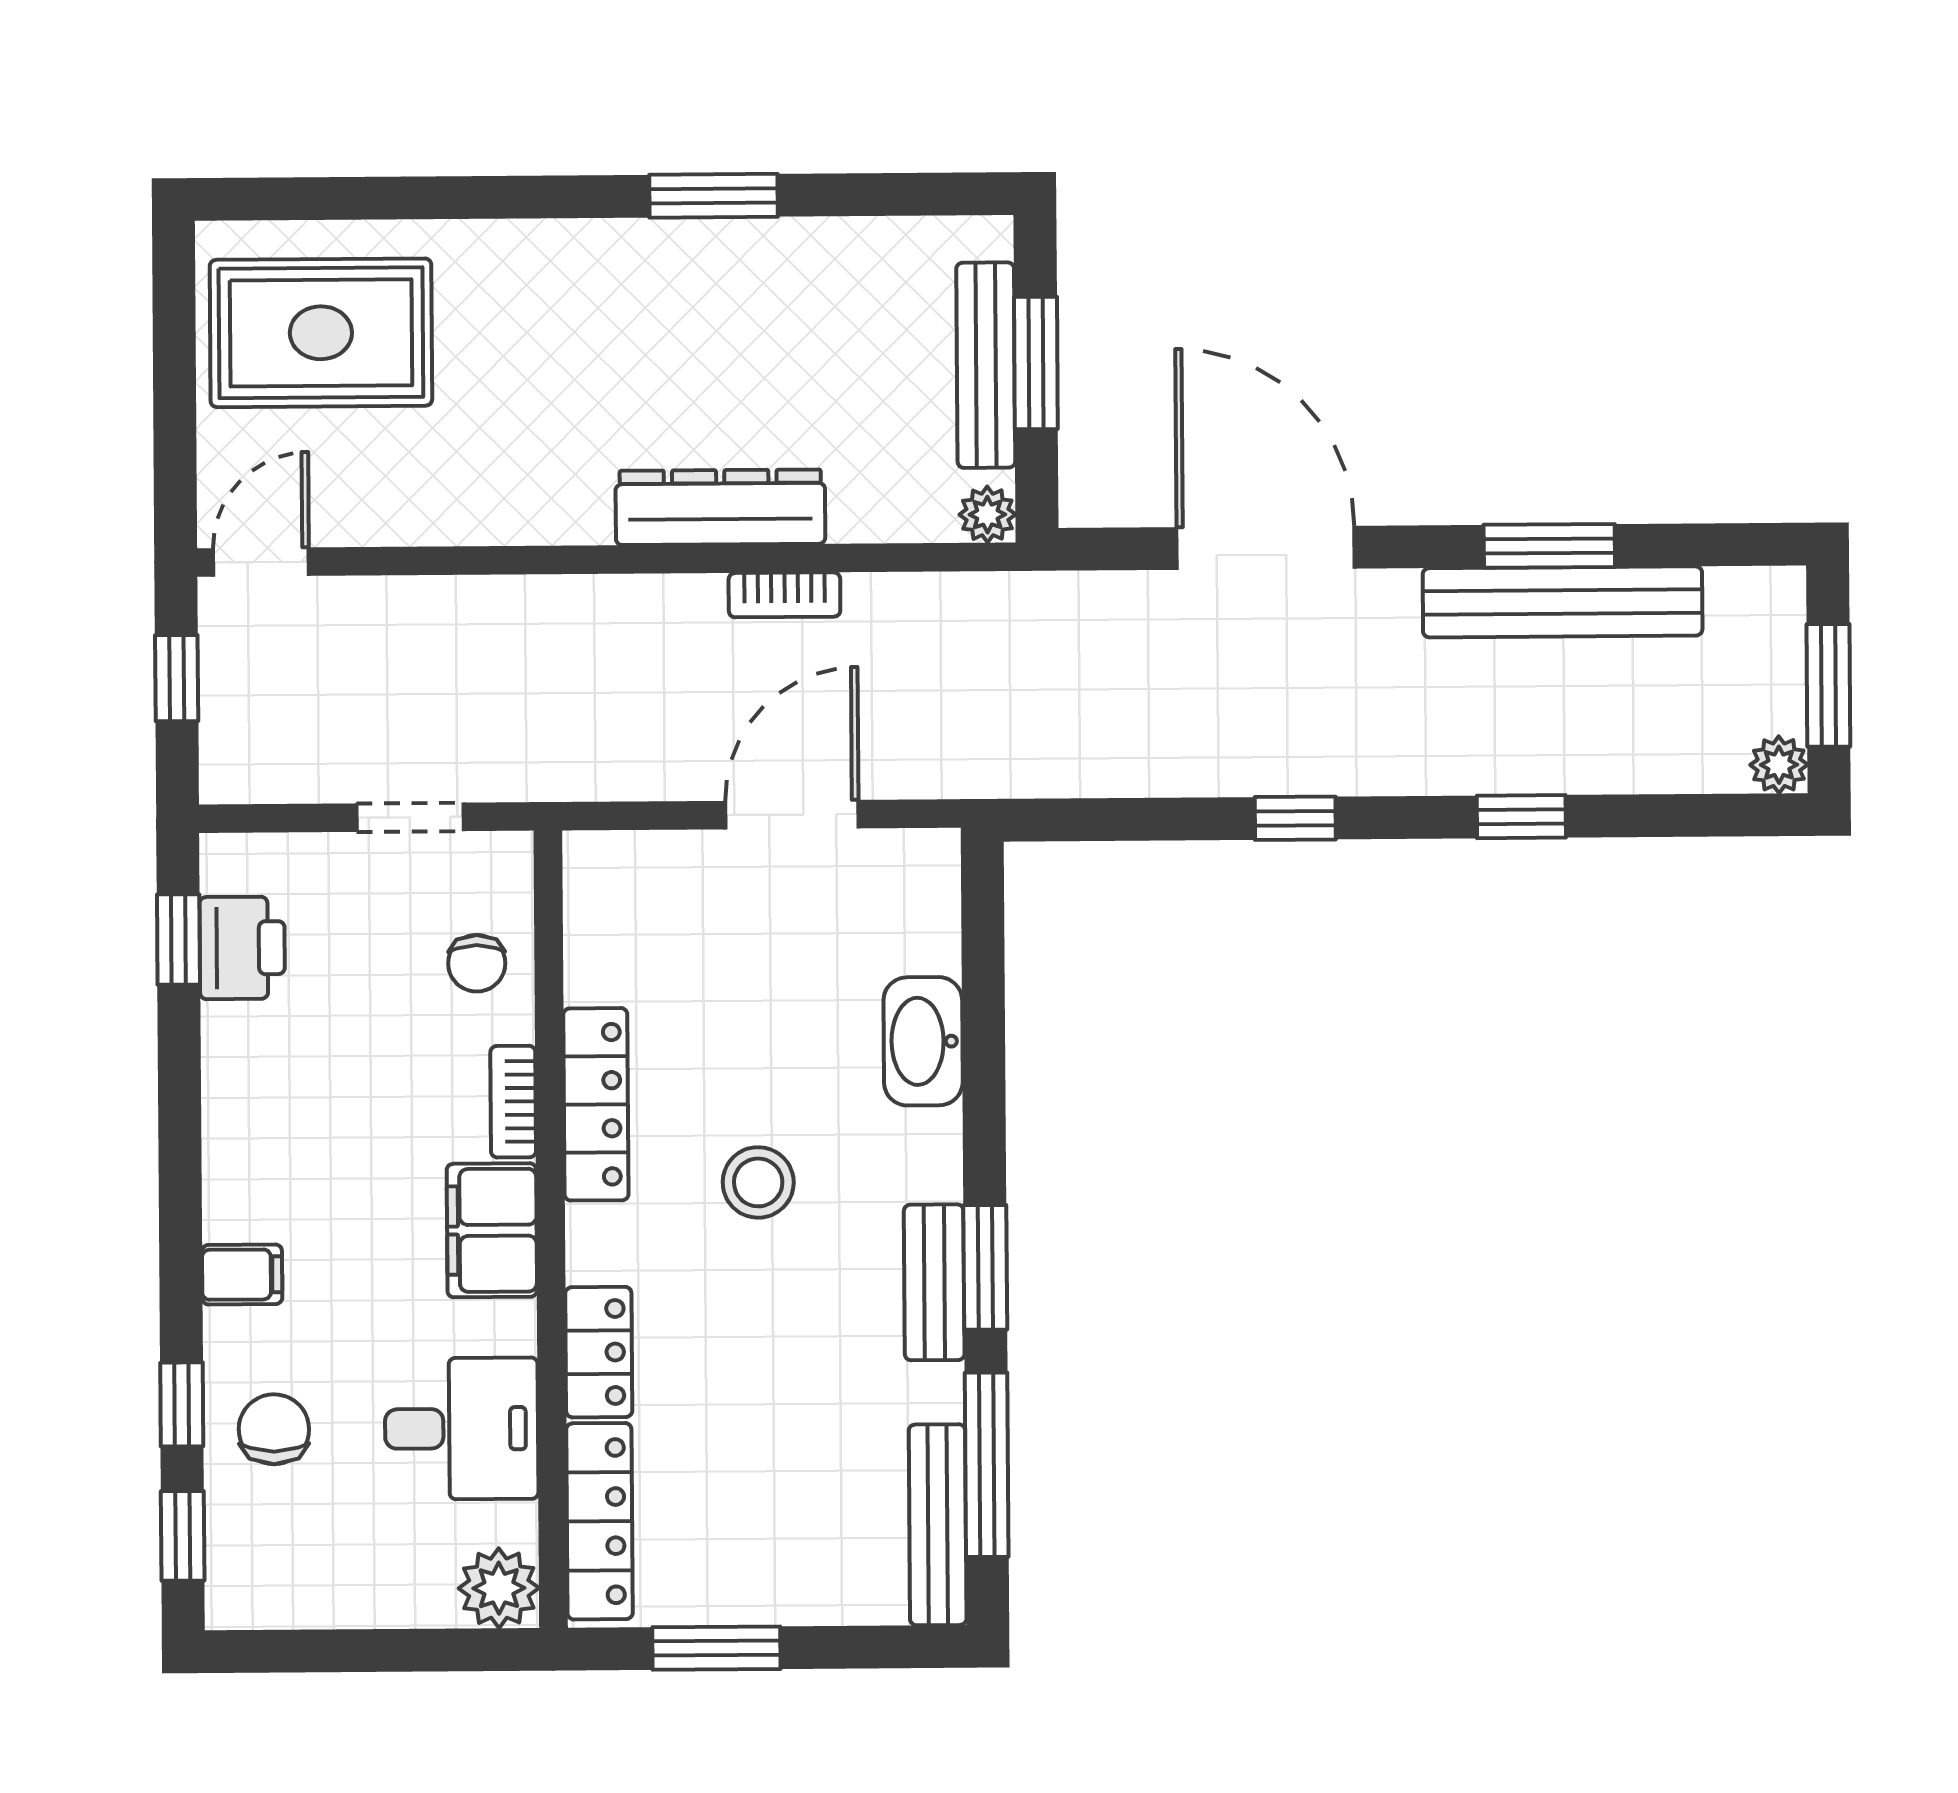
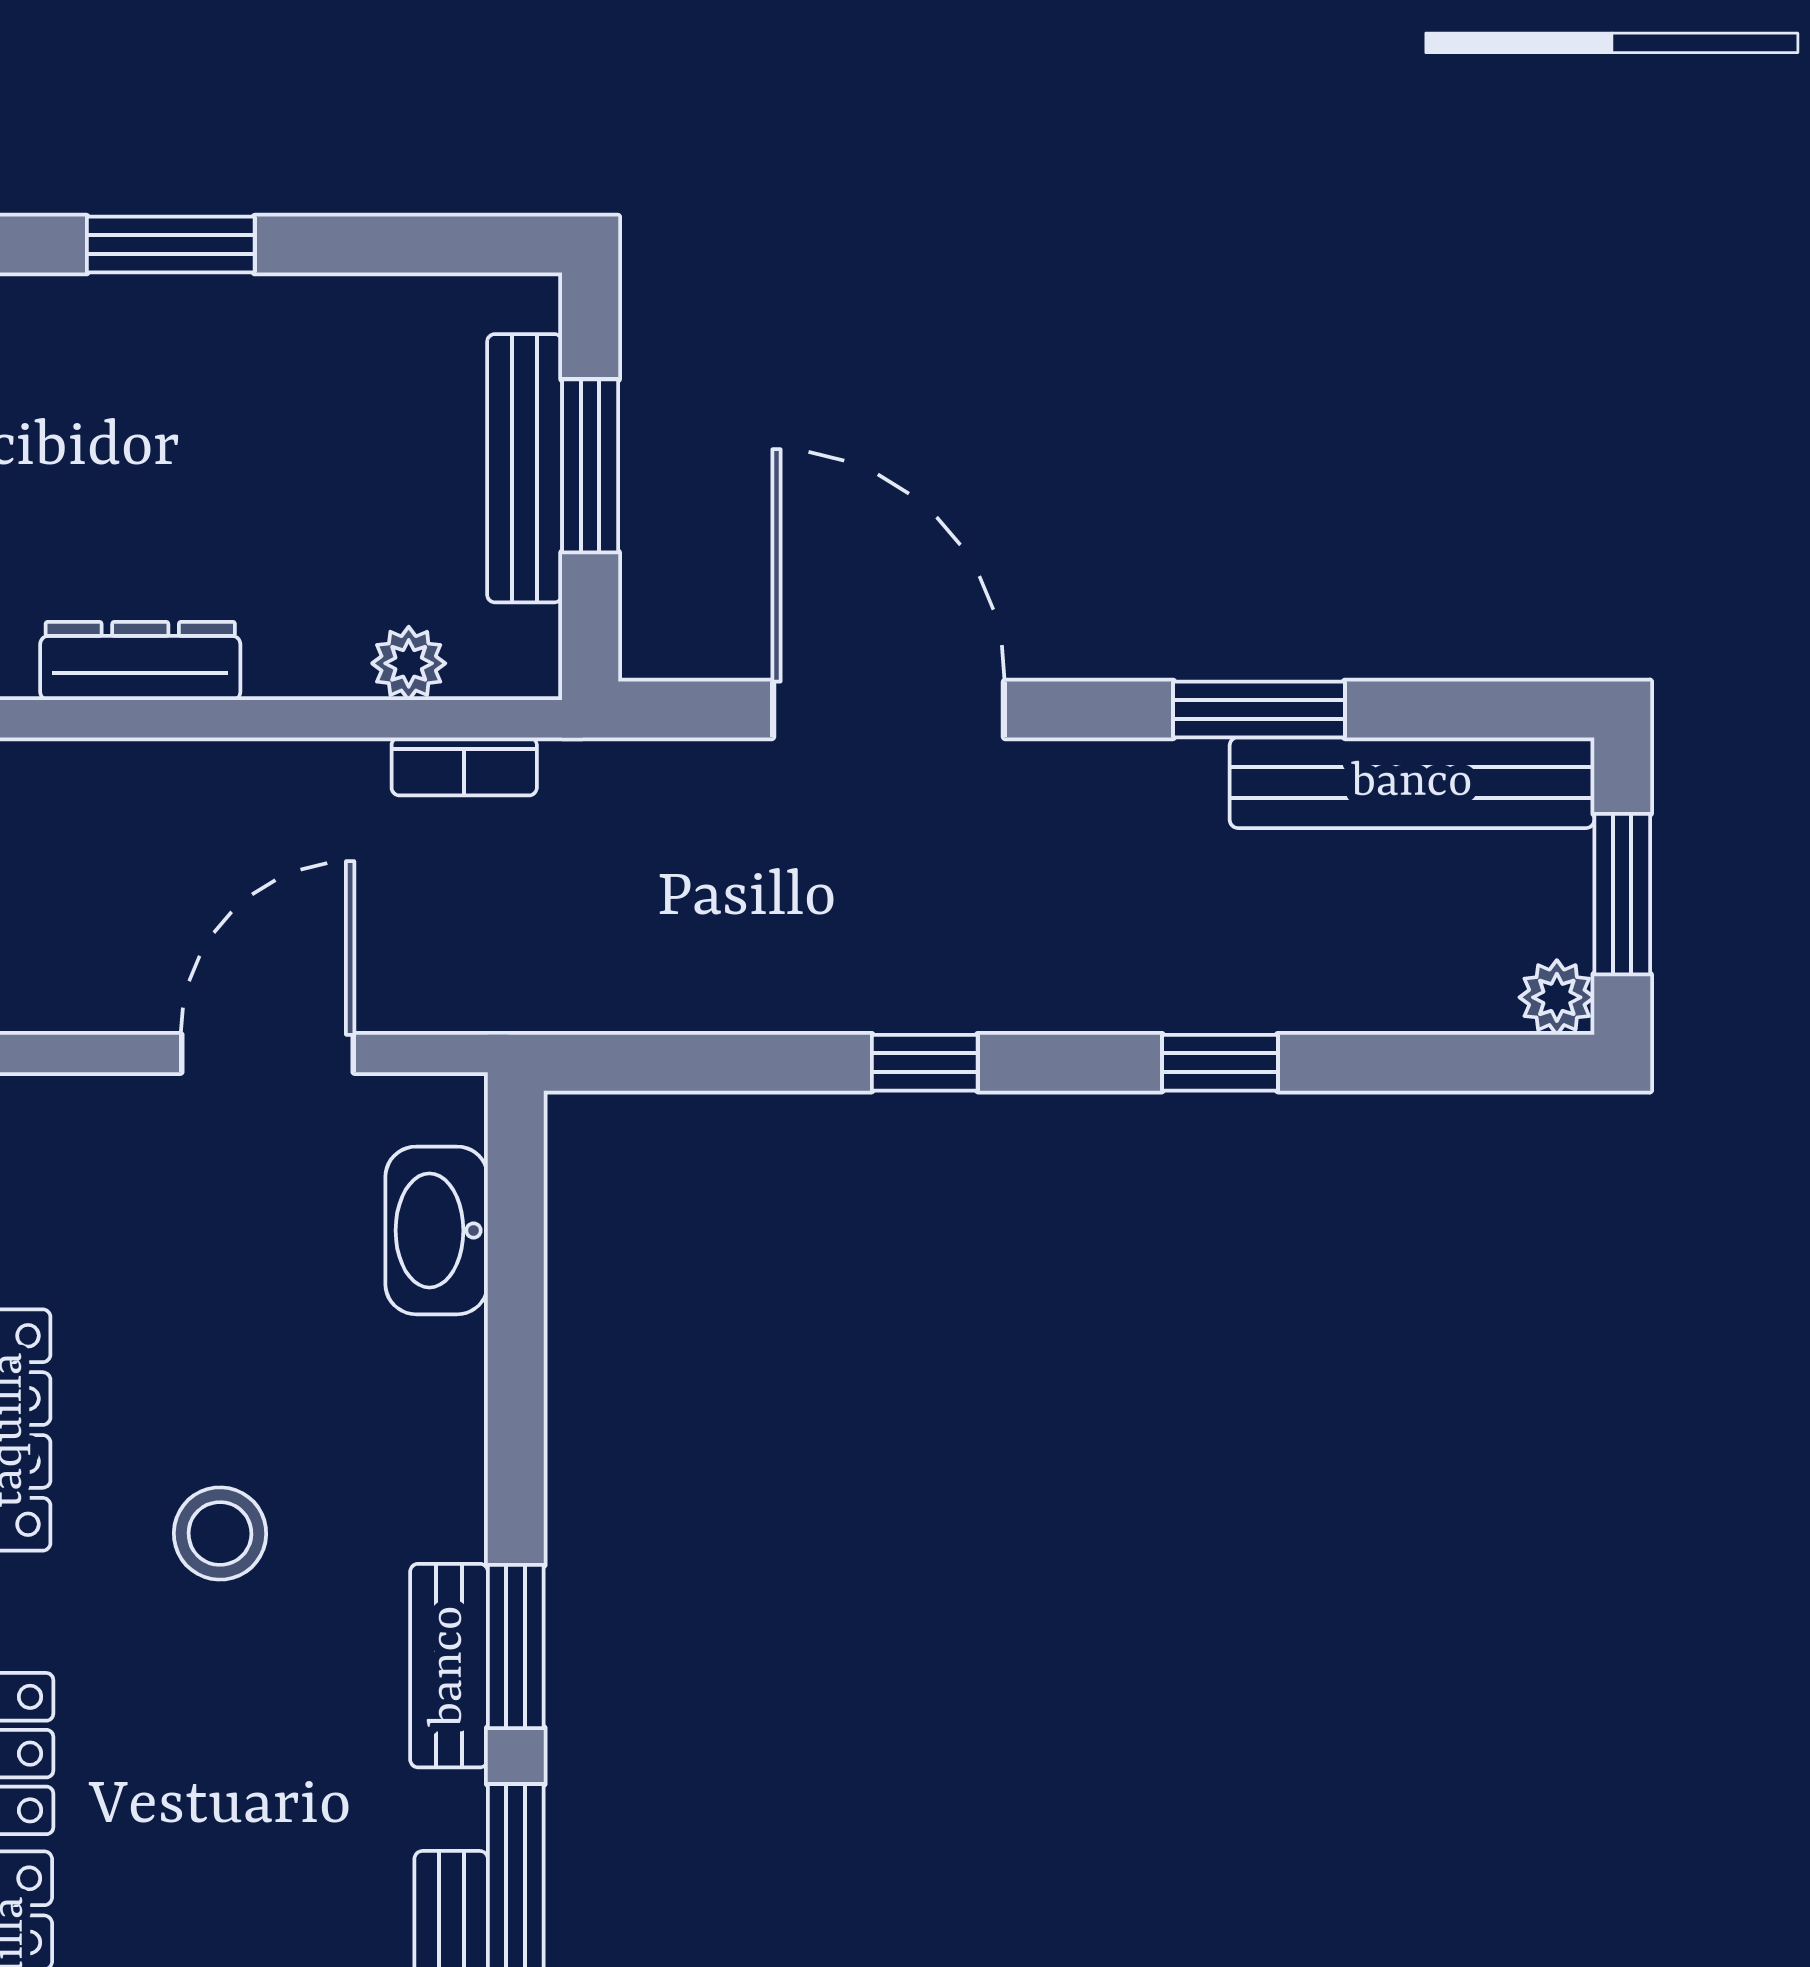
dresser: (720, 507) -> (140, 661), width x0.73, depth x0.80
plant: (987, 515) -> (409, 663), moved
bookcase: (784, 595) -> (464, 766), moved
bench: (1563, 602) -> (1412, 783), moved
washbasin: (923, 1041) -> (437, 1230), moved

